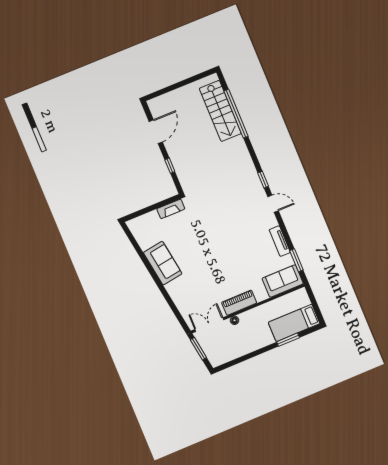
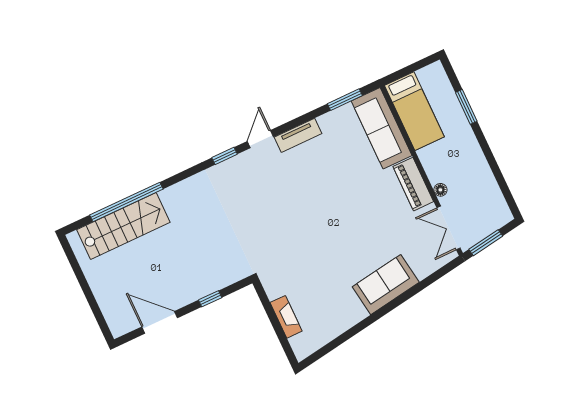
fireplace: (171, 209) -> (286, 317), moved
tv unit: (280, 241) -> (298, 135), moved
sofa: (163, 263) -> (386, 285), moved
sofa: (283, 281) -> (382, 128), width x1.36
bed: (294, 323) -> (414, 111), moved

